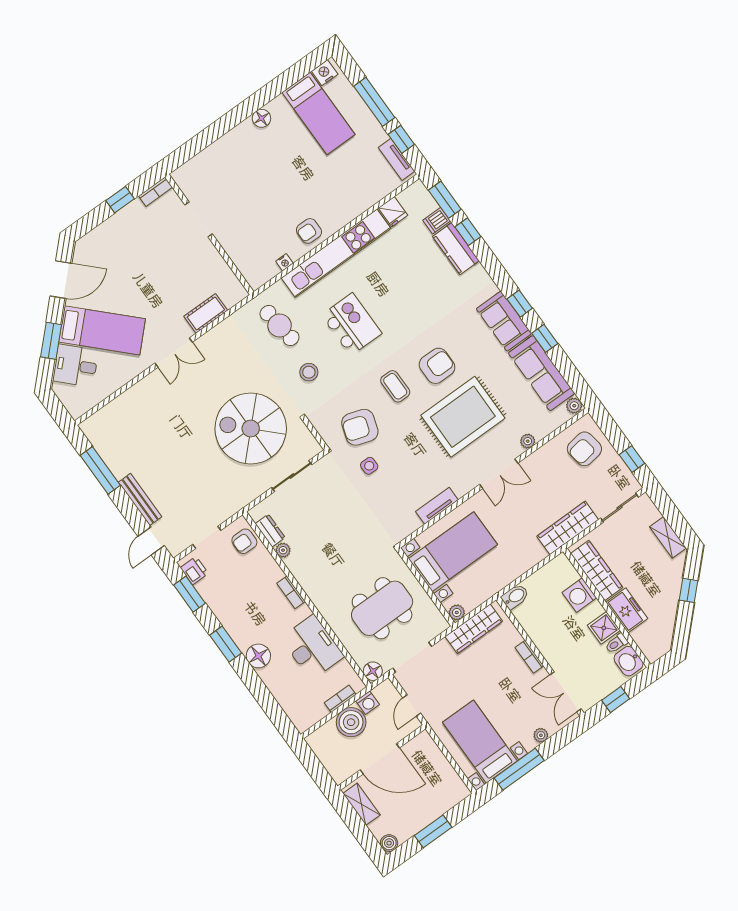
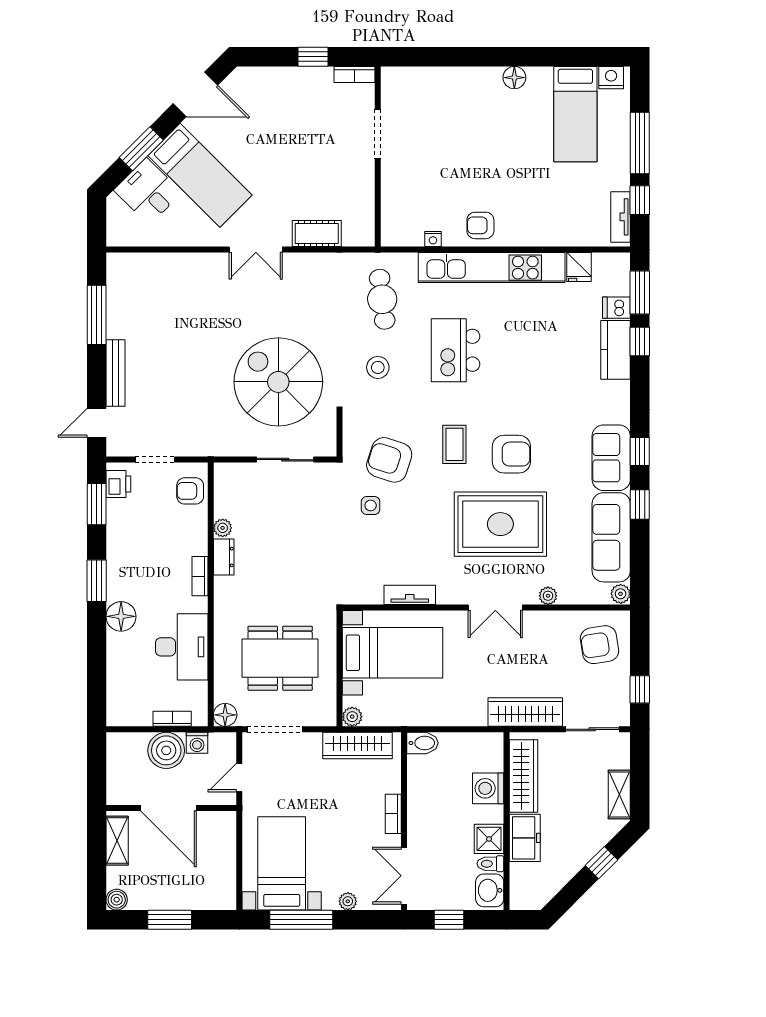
kitchen island: (352, 324) -> (456, 350), turned 180
dresser: (270, 531) -> (224, 557), moved

